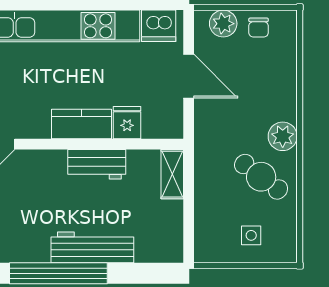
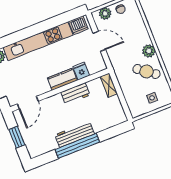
workbench: (92, 247) -> (75, 134), moved

